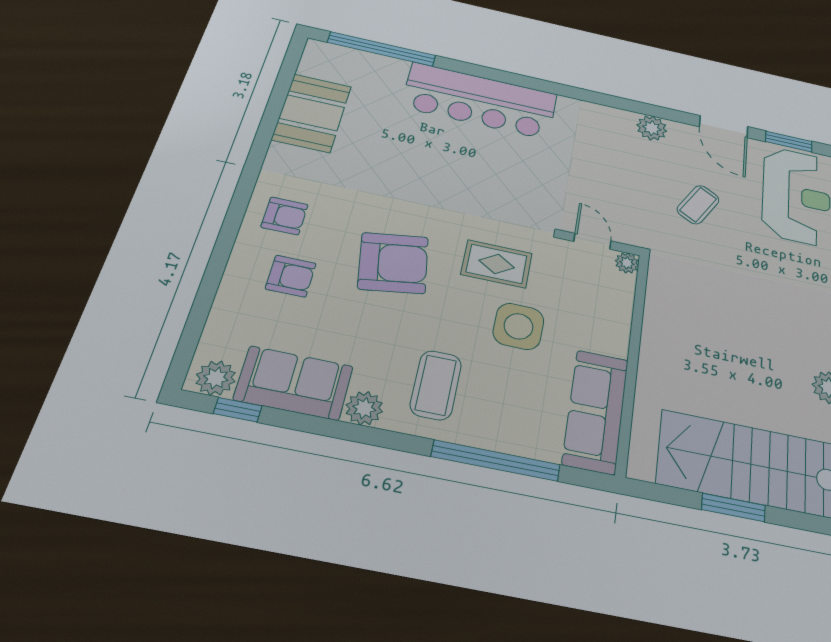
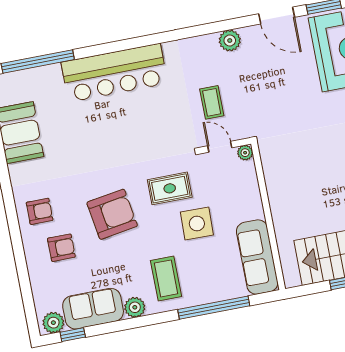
coffee table: (698, 205) -> (212, 102), moved, turned -30

